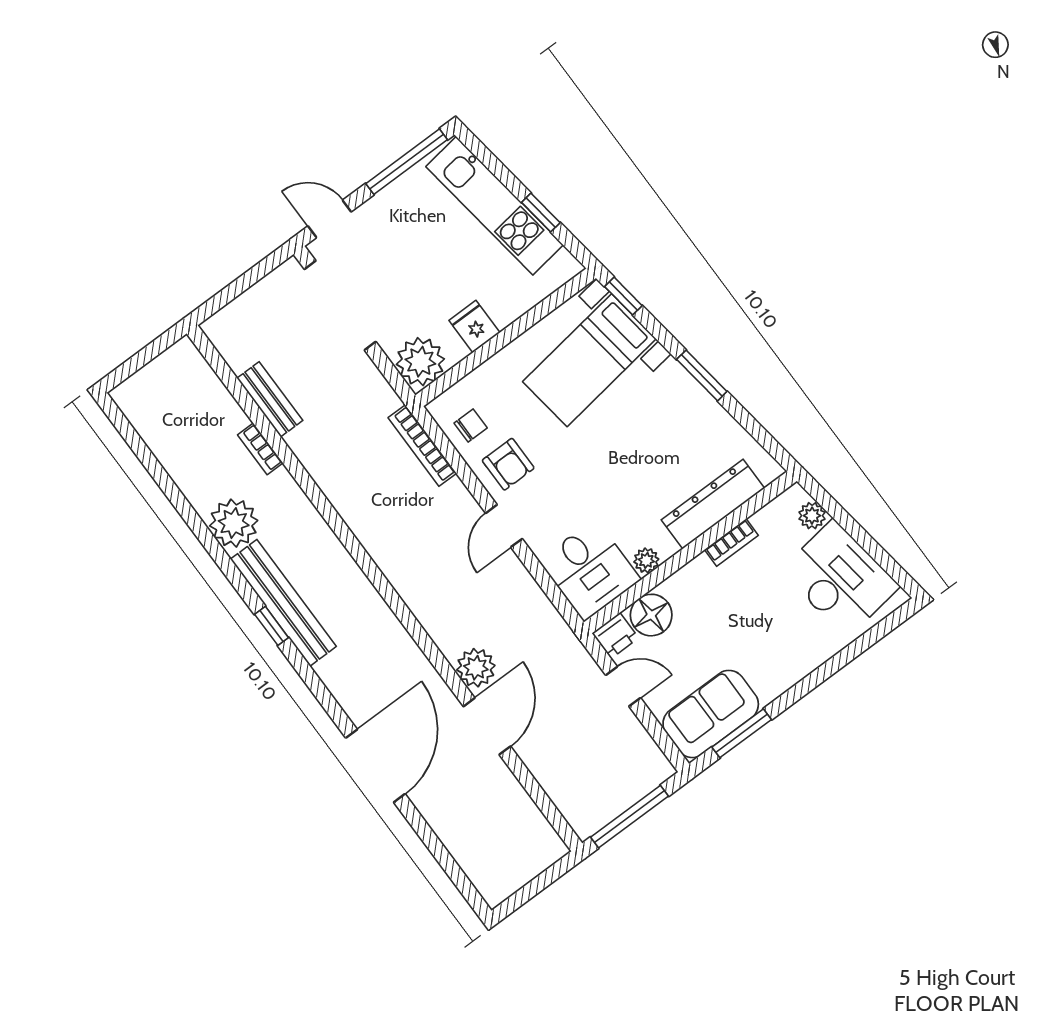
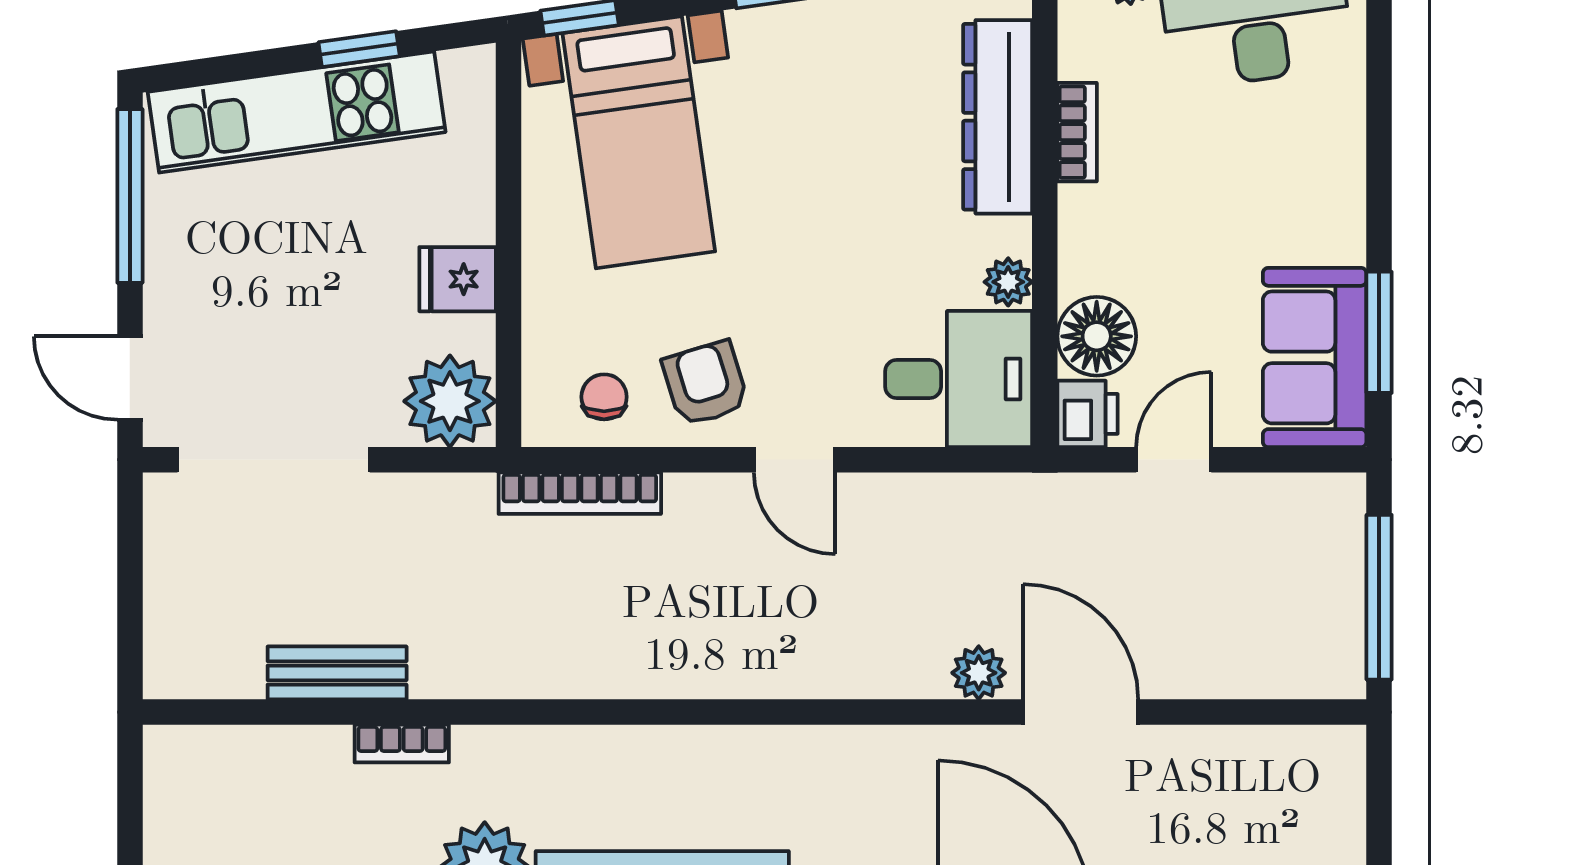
door: (330, 219) -> (130, 378), hinge flipped
armchair: (508, 464) -> (705, 383), turned -107
plant: (476, 668) -> (979, 673), width x0.73, depth x0.73

